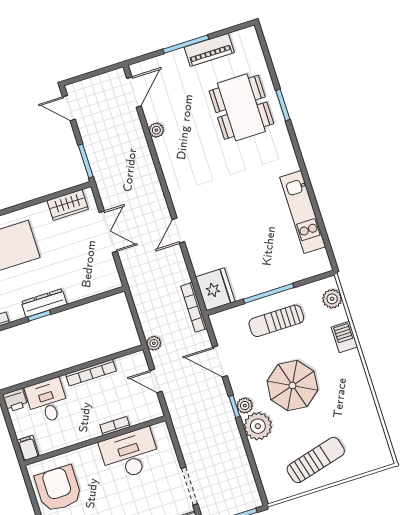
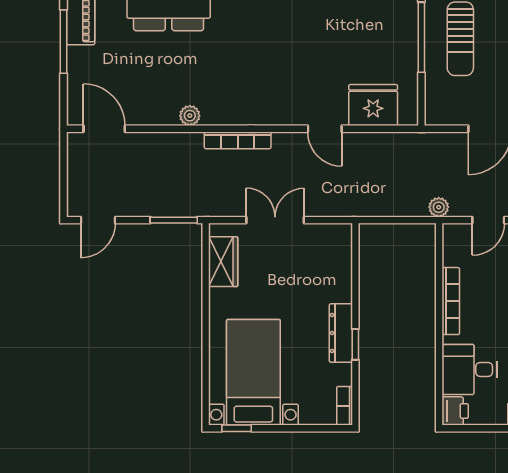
plant: (156, 130) -> (190, 116), moved
door: (178, 231) -> (325, 129), moved
fridge: (215, 289) -> (373, 105), moved
bookcase: (194, 307) -> (238, 140), moved

